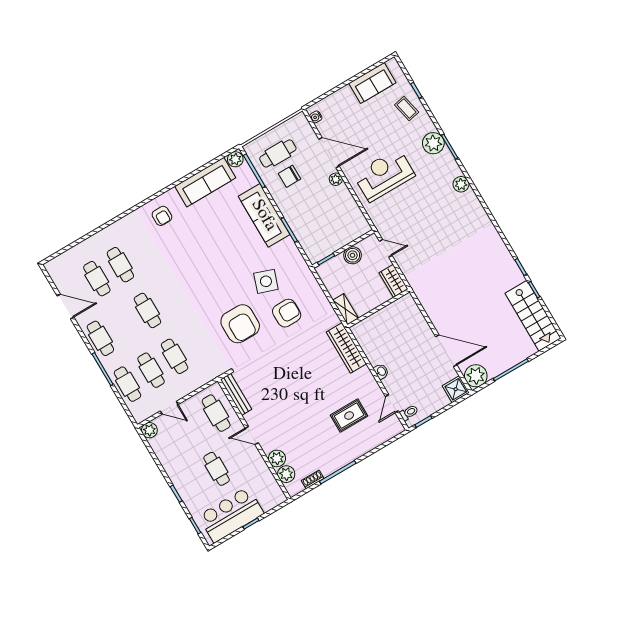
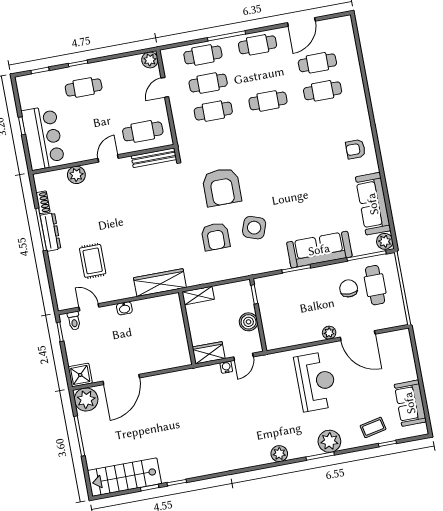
water cooler: (316, 117) -> (226, 367), moved
door: (329, 153) -> (358, 336), hinge flipped
armchair: (240, 324) -> (222, 187), turned -90
dresser: (337, 463) -> (51, 232), added
cafe table: (217, 469) -> (84, 87), moved
plant: (286, 474) -> (58, 178), removed
bar counter: (231, 515) -> (43, 138), moved

